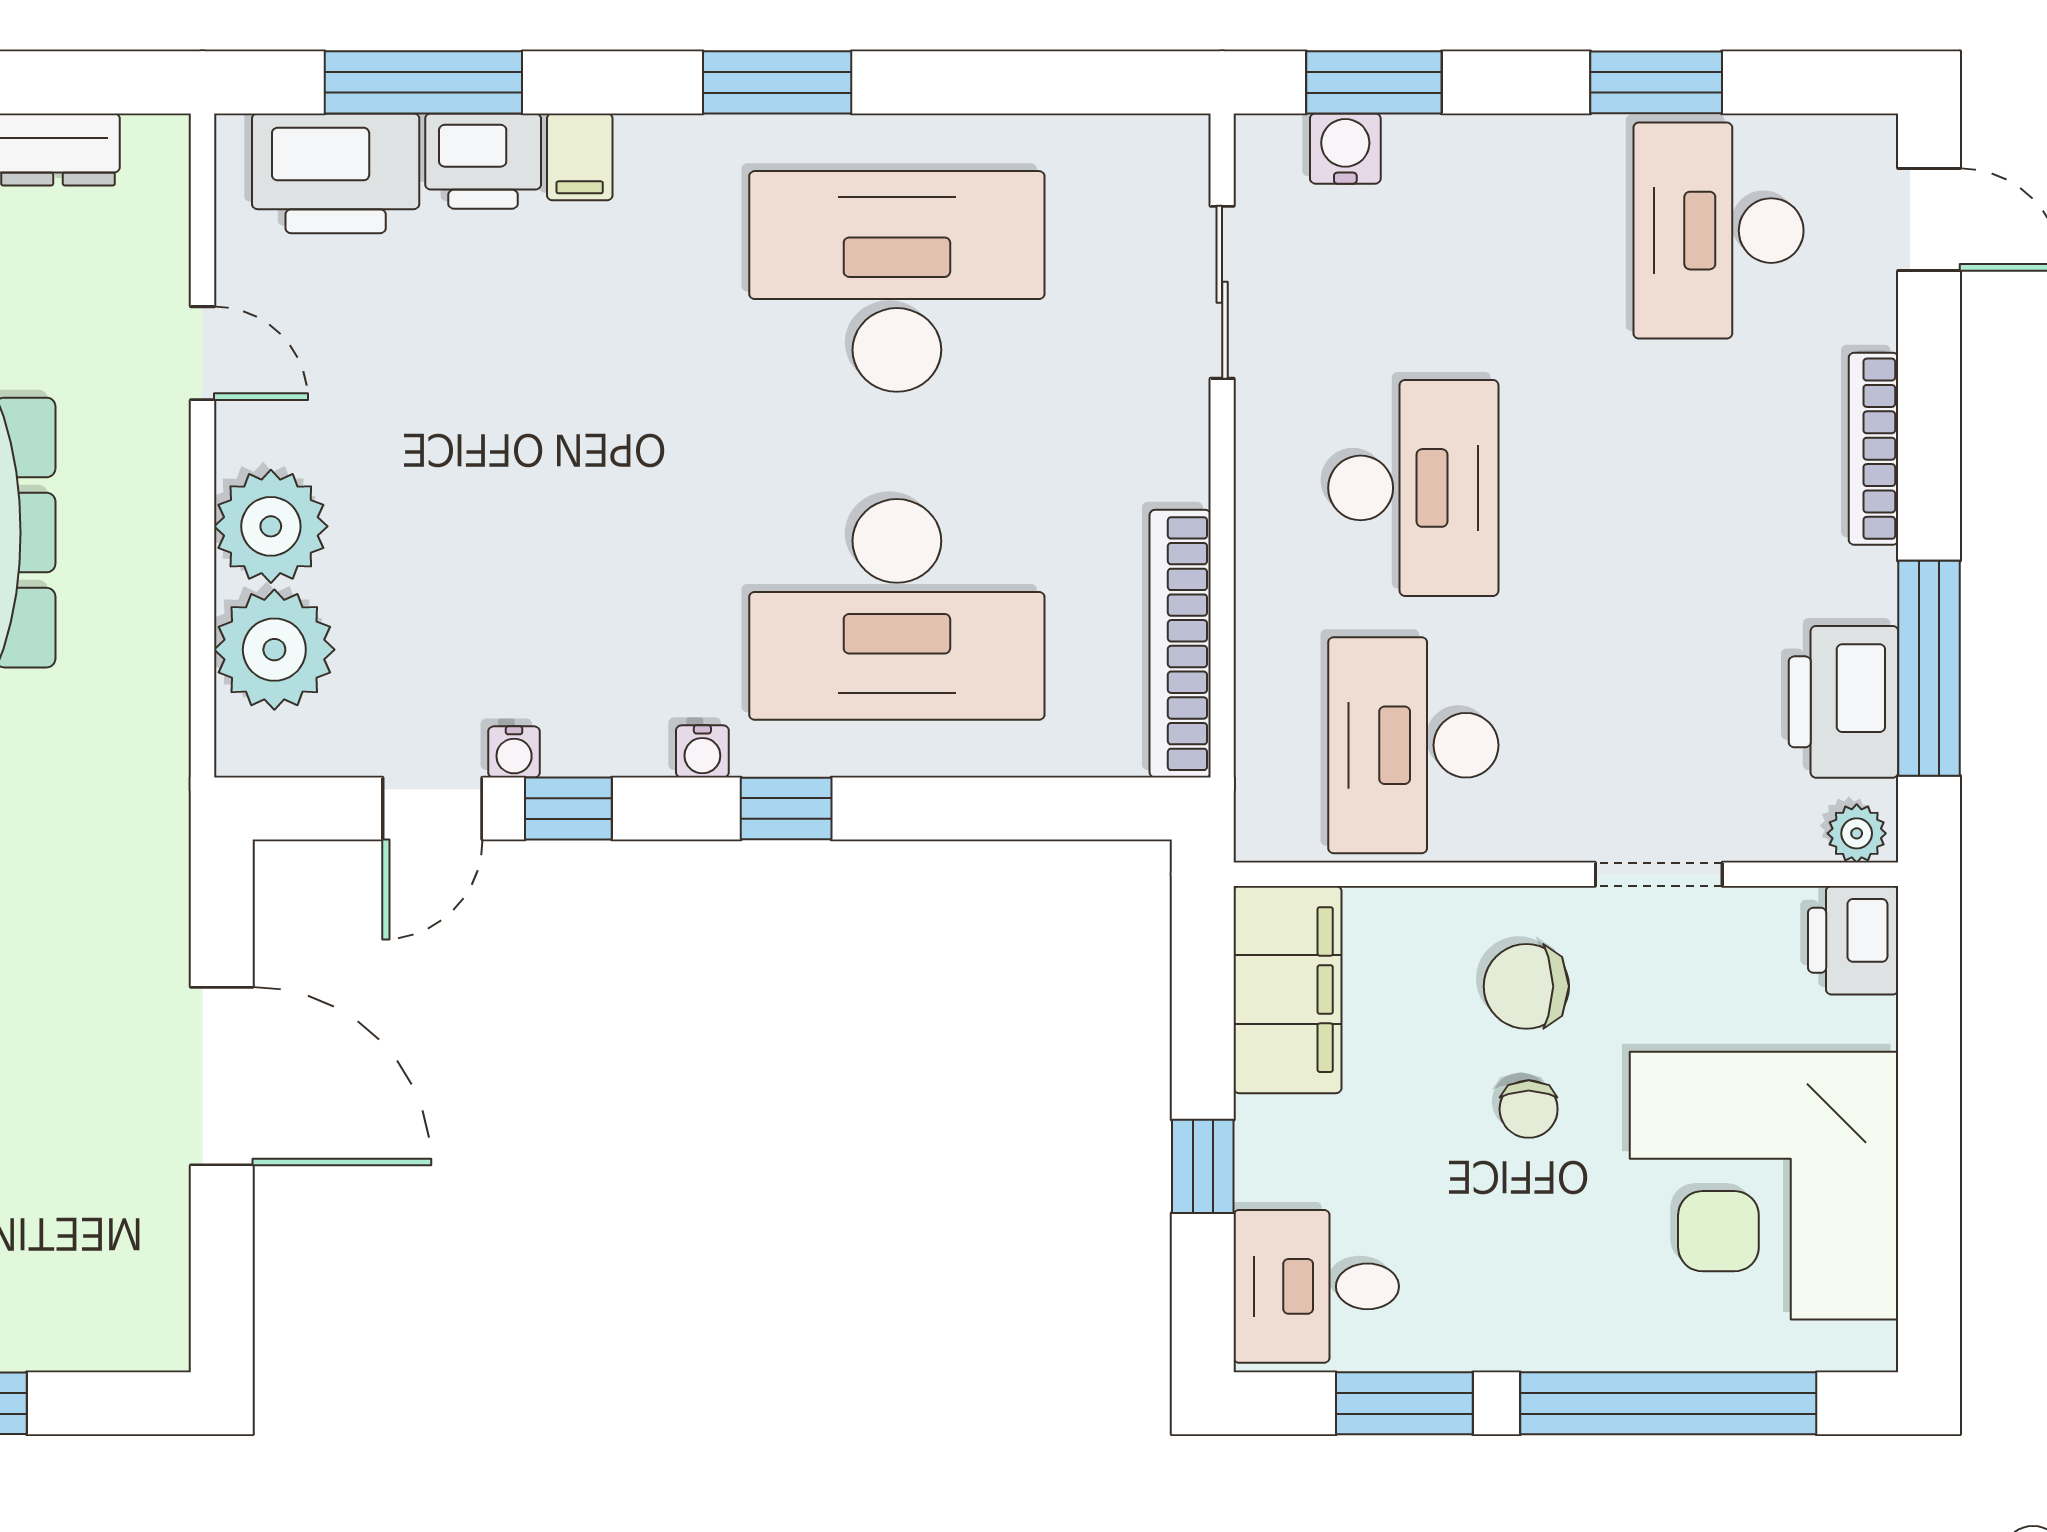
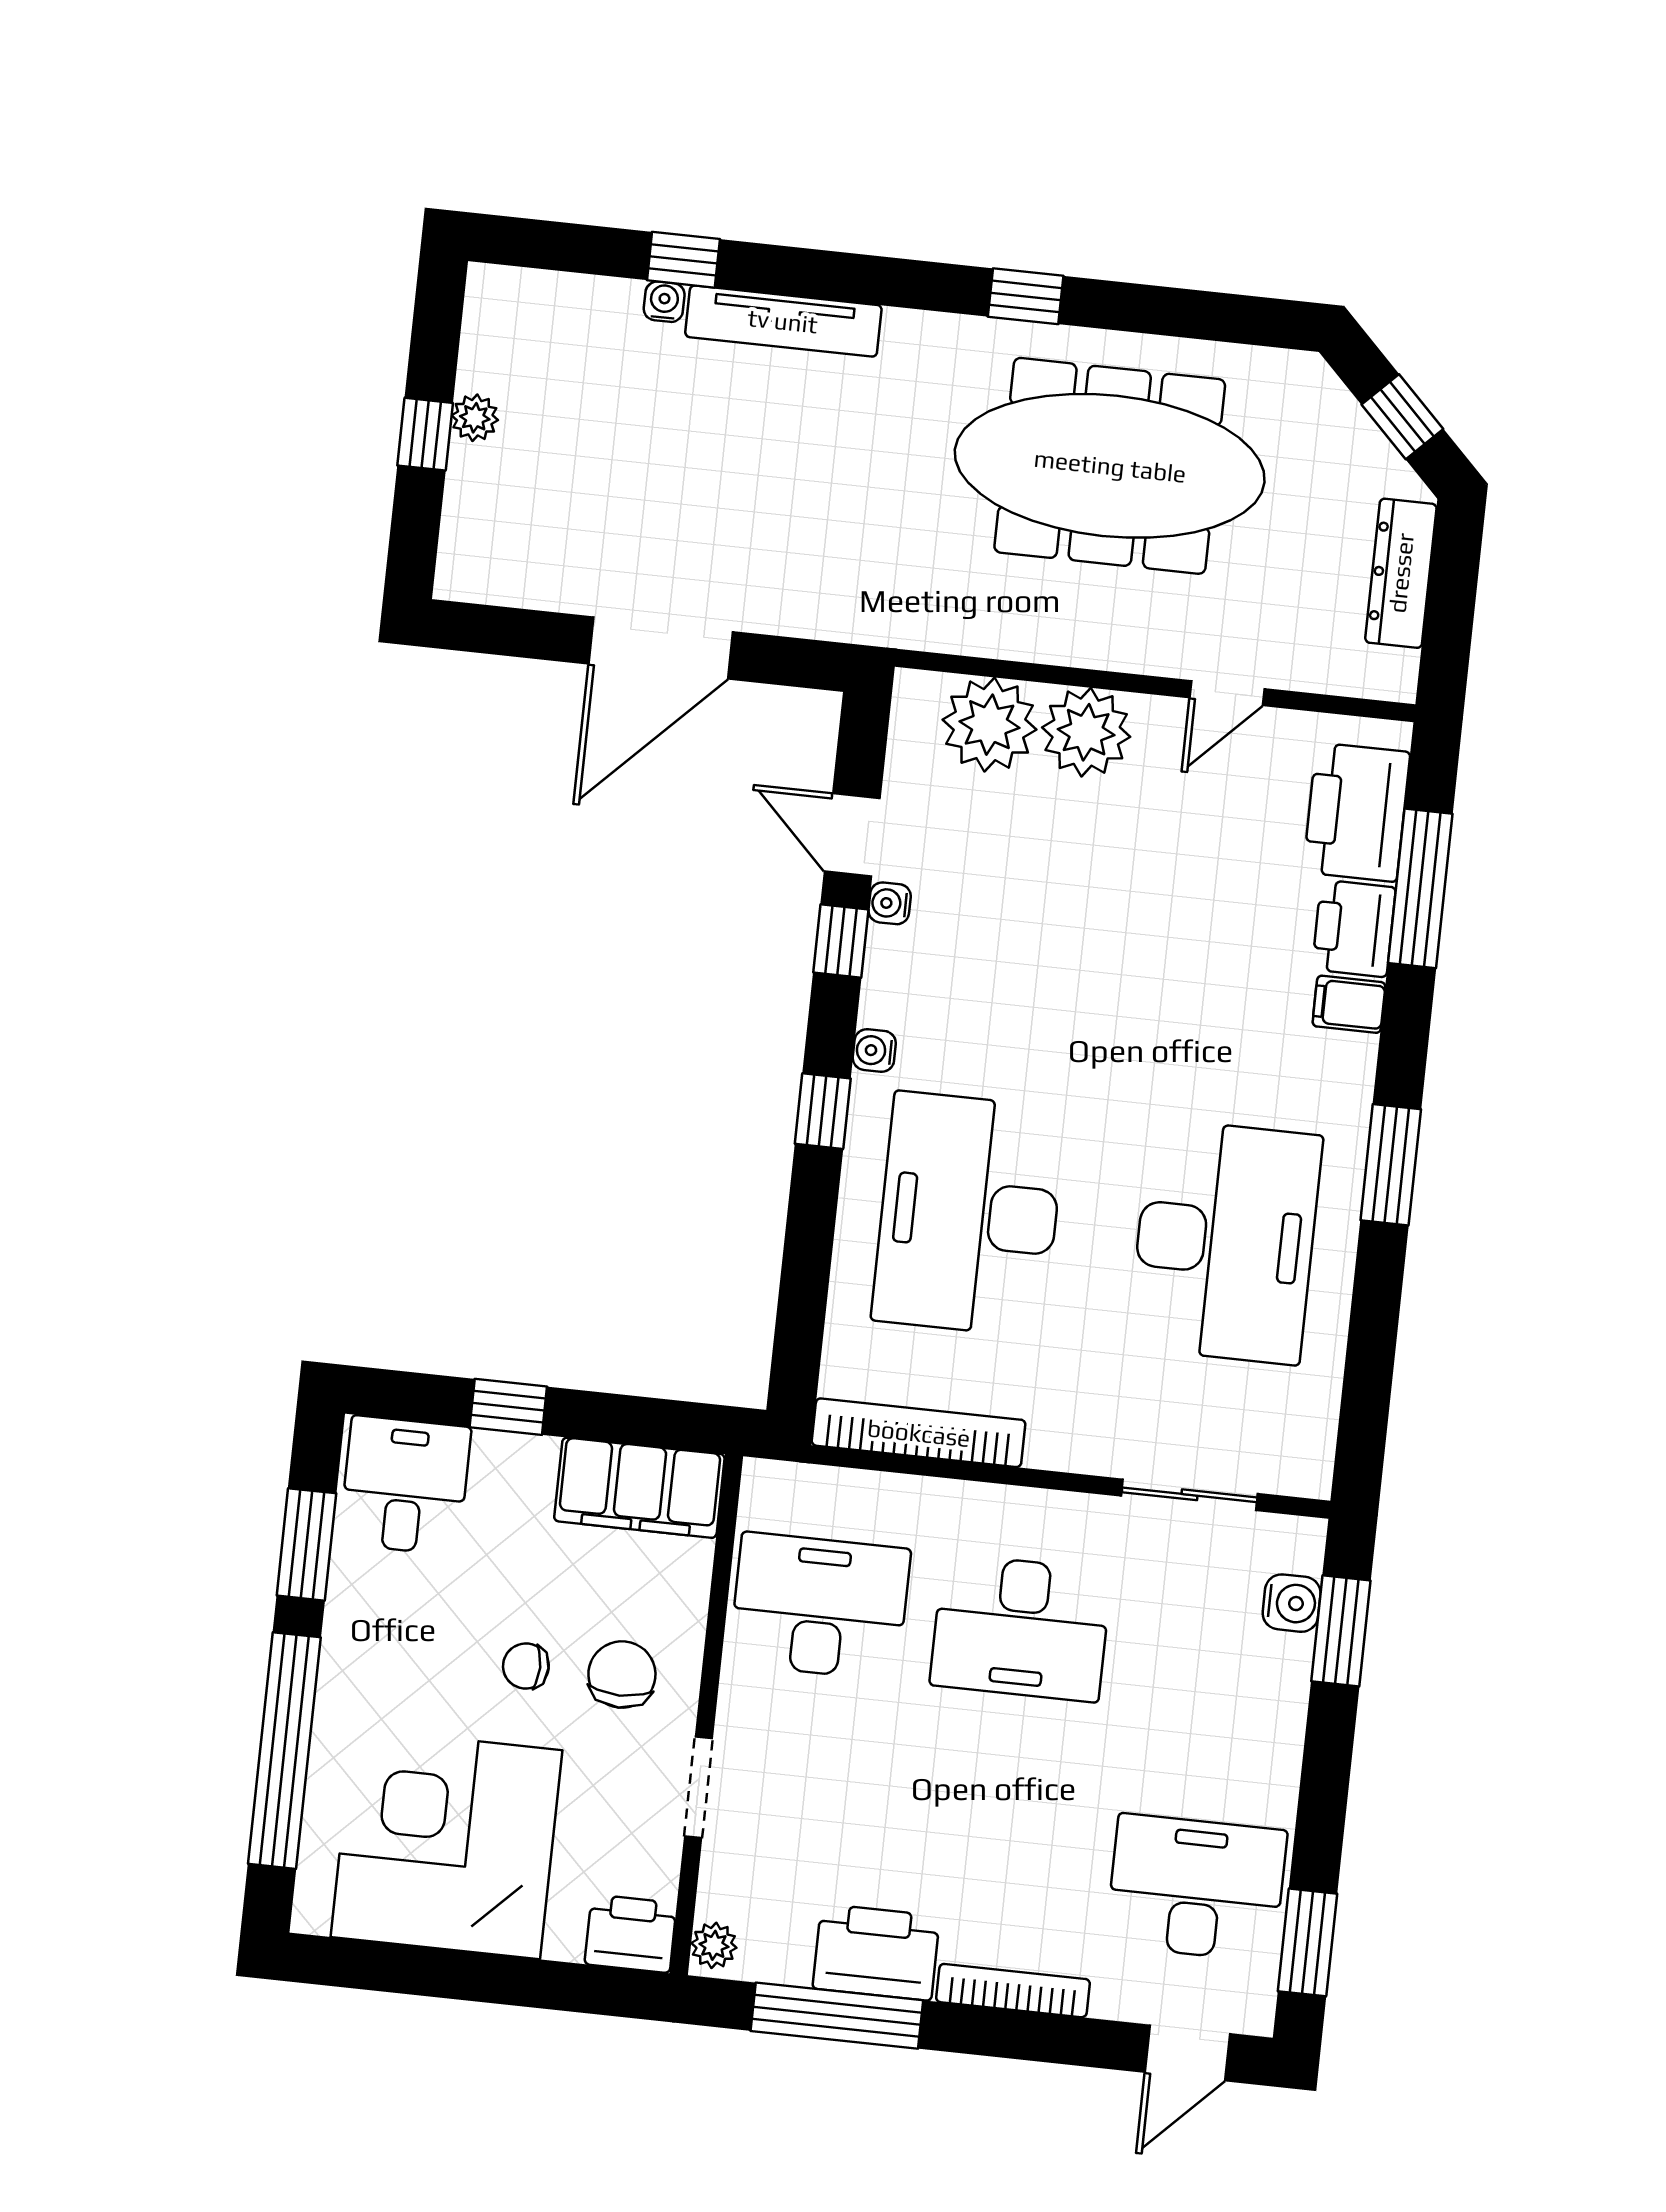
window: (1656, 82) -> (1308, 1942), moved
printer: (1843, 702) -> (876, 1952), moved

